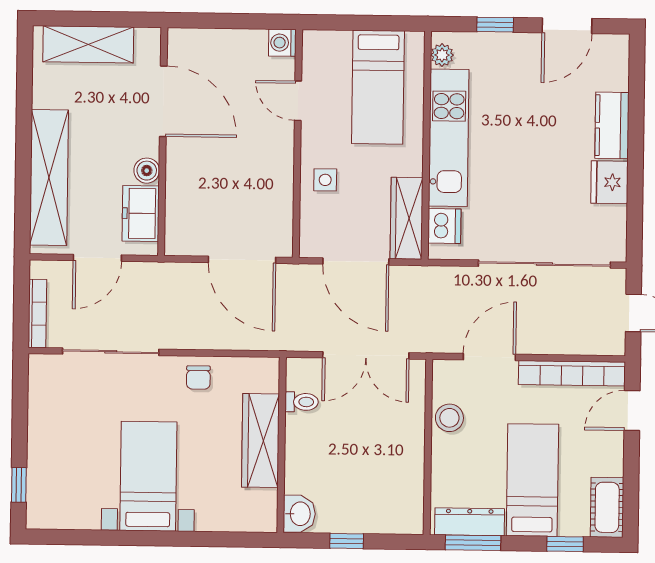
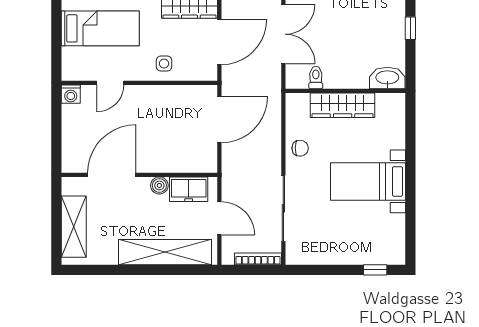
washbasin: (299, 514) -> (387, 78), width x1.38
window: (347, 541) -> (410, 28), moved

